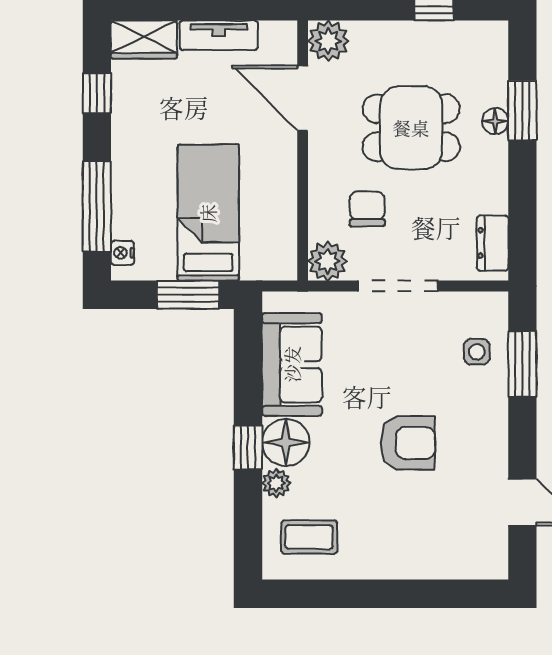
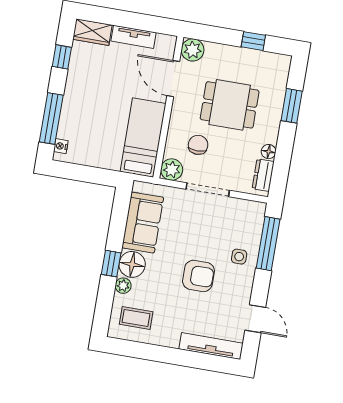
floor lamp: (495, 121) -> (269, 152), moved
bed: (208, 213) -> (143, 138), moved
window: (188, 295) -> (93, 175), removed
side table: (477, 352) -> (239, 257), moved
window: (522, 364) -> (268, 244), width x1.44
tv unit: (452, 564) -> (211, 346), added

